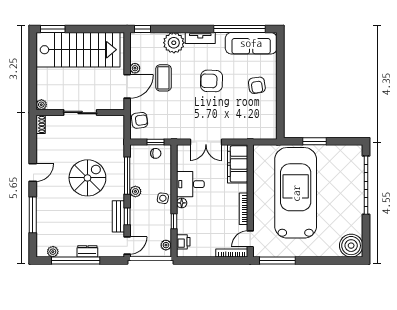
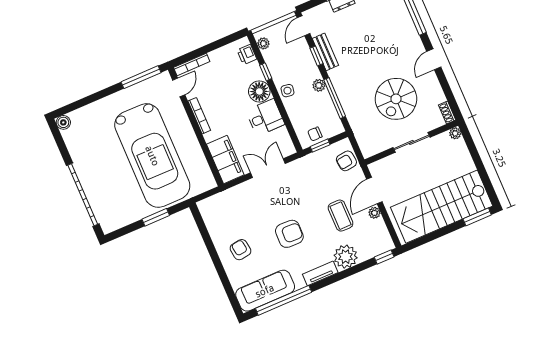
spiral stairs: (87, 178) -> (396, 99), moved
floor lamp: (182, 203) -> (259, 91), width x1.89, depth x1.89
boiler: (351, 246) -> (63, 122), width x0.54, depth x0.54

